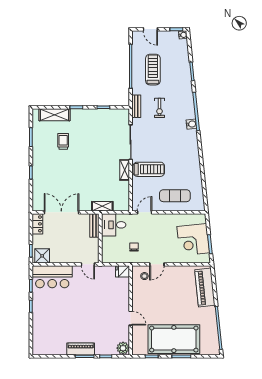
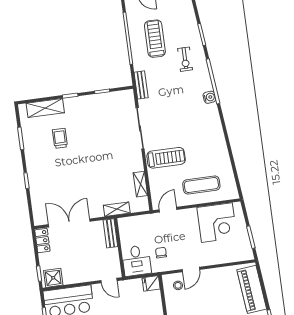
exercise bike: (159, 108) -> (185, 59), moved
shelving: (125, 170) -> (140, 184), moved
desk: (114, 225) -> (136, 261), moved, turned -90
corner desk: (193, 240) -> (217, 223), moved, turned -84

